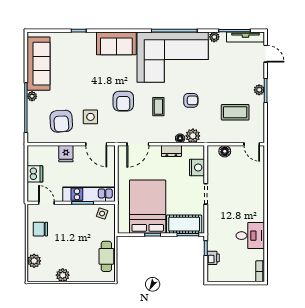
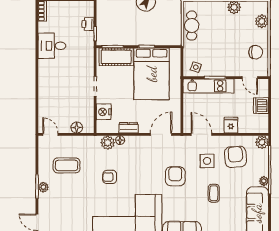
coffee table: (158, 107) -> (214, 193), moved
plant: (34, 136) -> (262, 142), added

